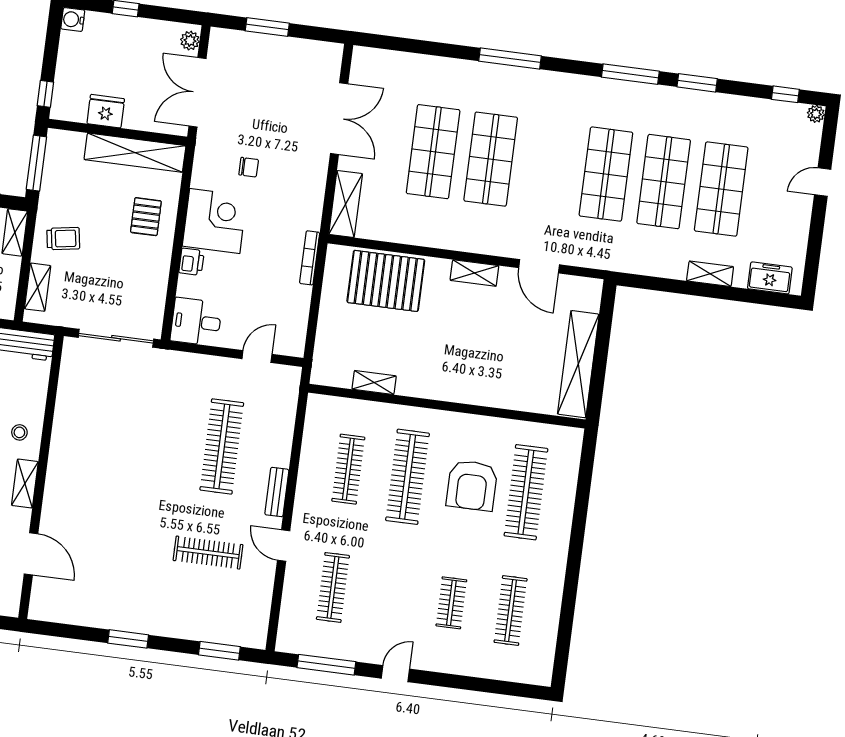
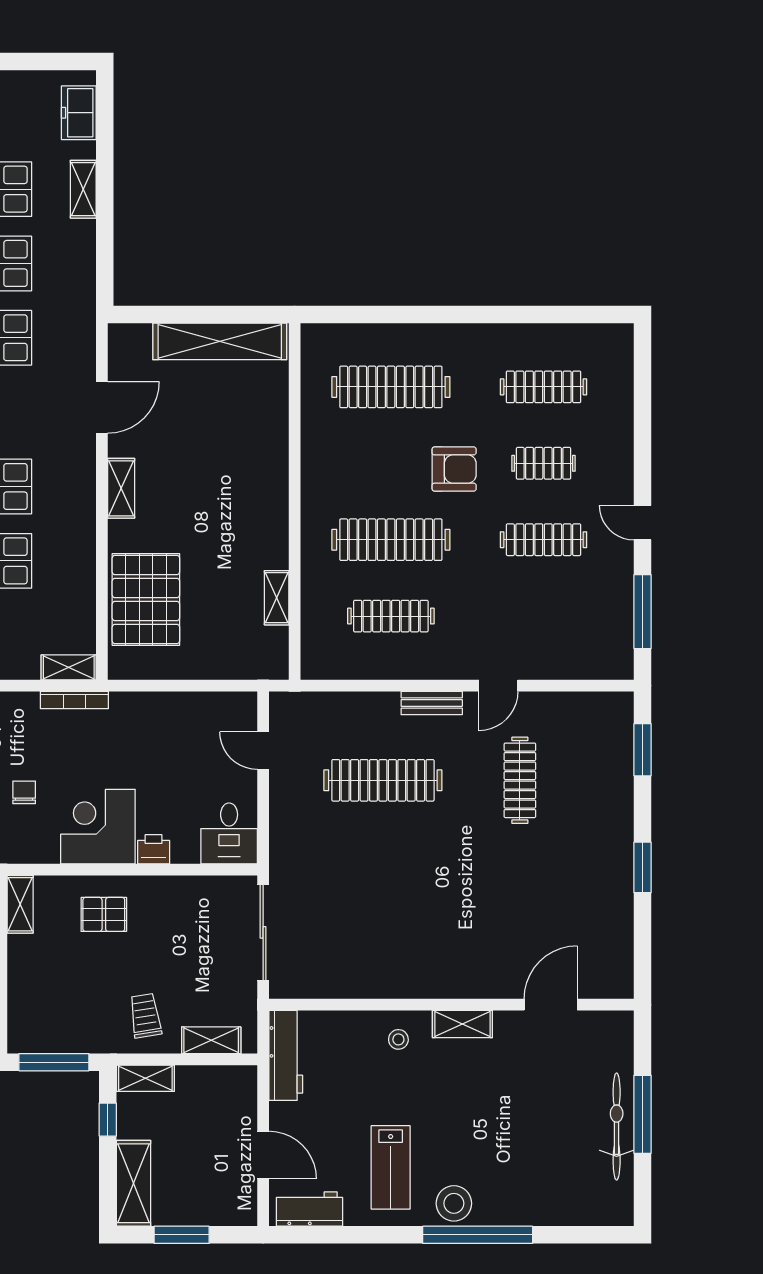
shelving: (135, 153) -> (20, 904), width x0.45, depth x0.75
shelving: (346, 204) -> (69, 667), width x0.67, depth x0.75
bookcase: (310, 258) -> (74, 700), moved
armchair: (472, 485) -> (454, 469), moved, width x0.73, depth x0.73
clothes rail: (333, 587) -> (543, 540), moved

